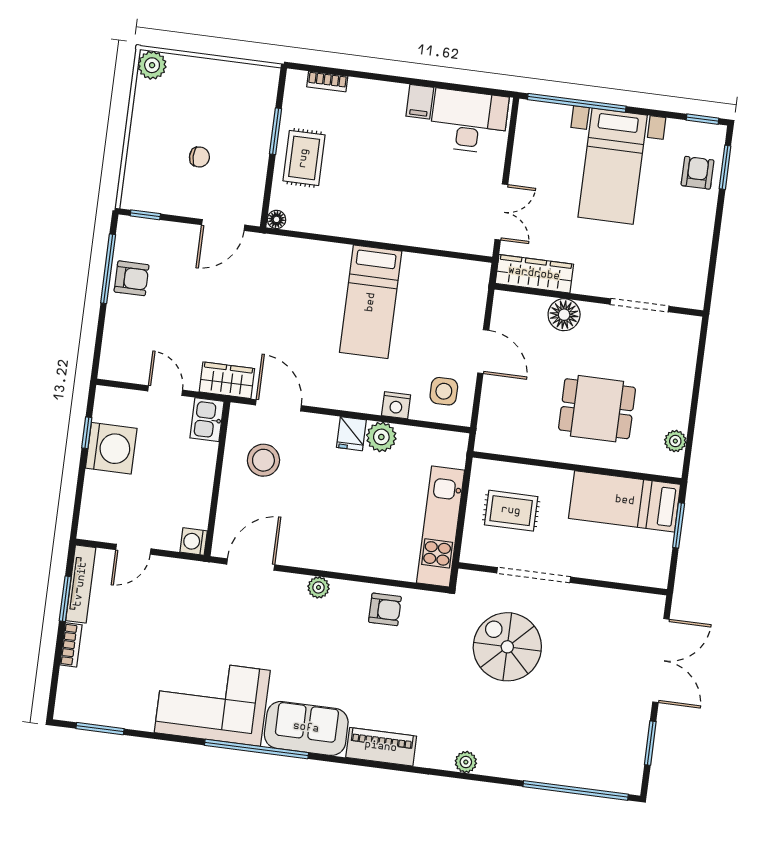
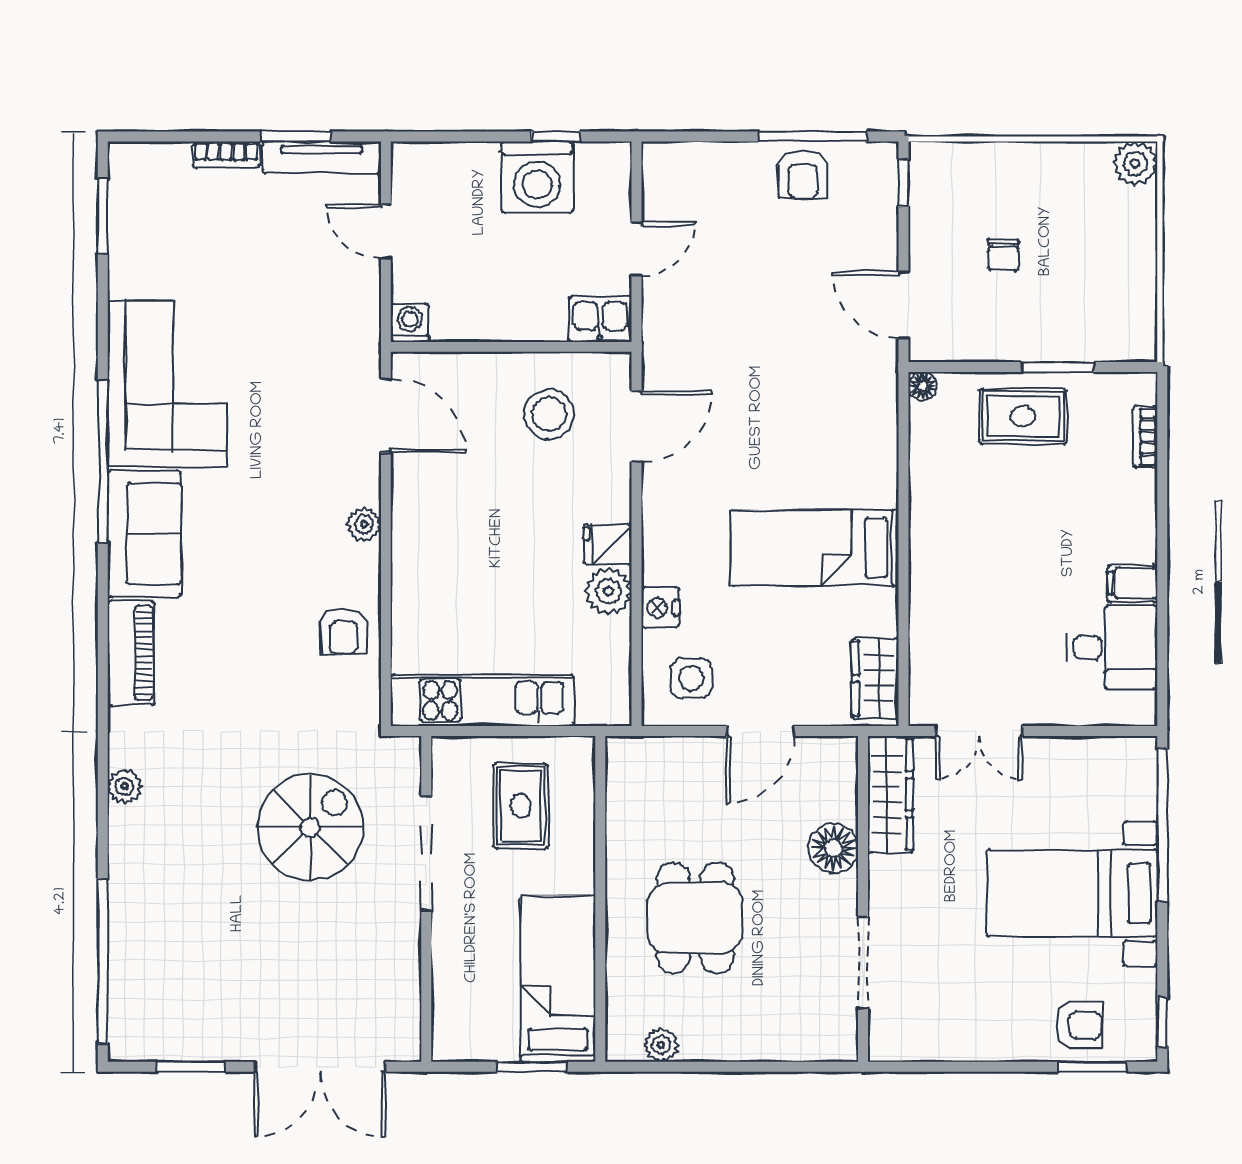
desk: (469, 121) -> (1112, 647), width x0.73
wardrobe: (227, 380) -> (875, 678), moved, turned 180

